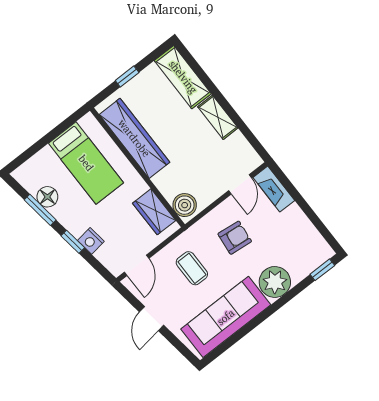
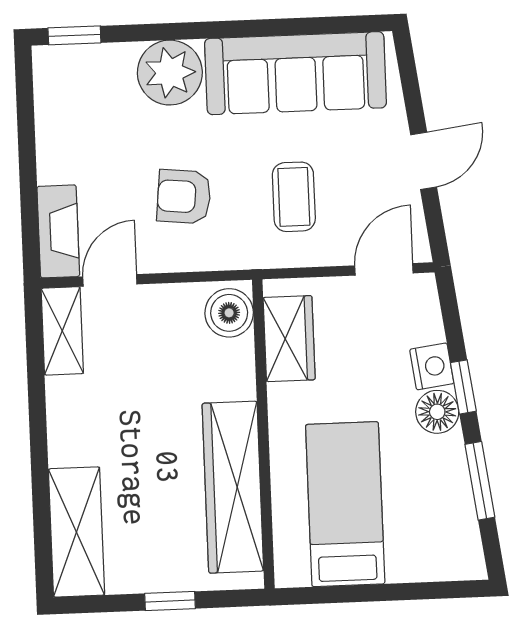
shelving: (218, 117) -> (62, 331), moved
floor lamp: (47, 197) -> (437, 412), moved

